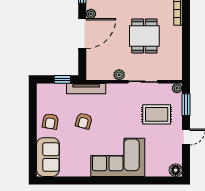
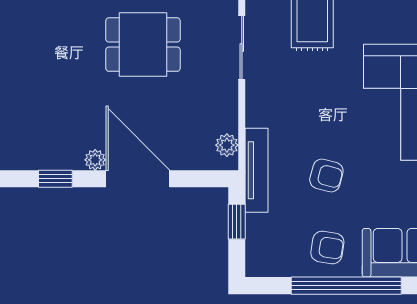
plant: (119, 75) -> (227, 145), moved
window: (33, 130) -> (346, 286), added

